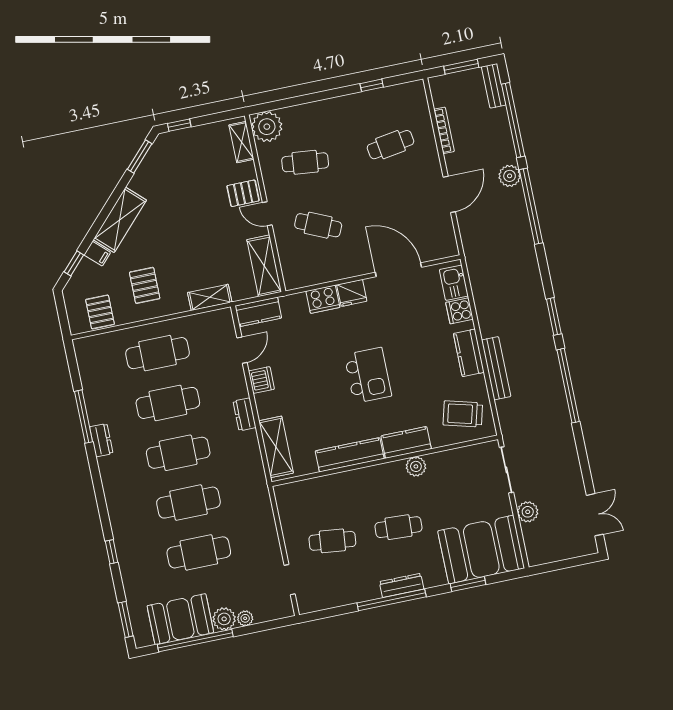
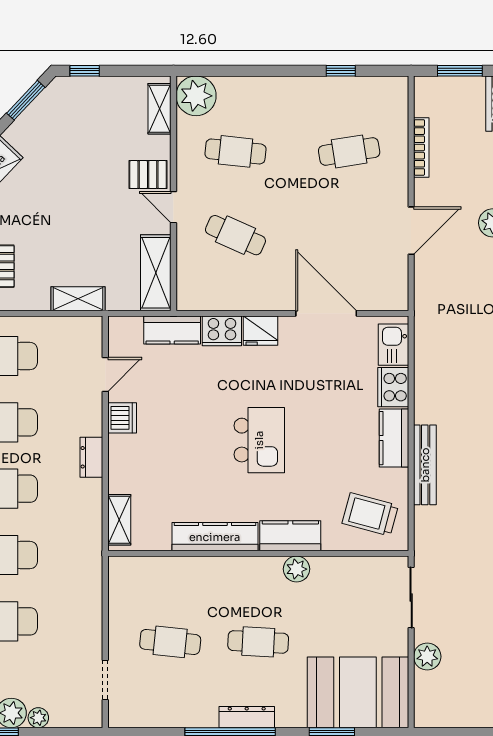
cooker: (459, 311) -> (393, 387), width x1.36
kitchen counter: (258, 312) -> (172, 330), moved
shelving: (276, 447) -> (119, 520), width x0.67, depth x0.75

